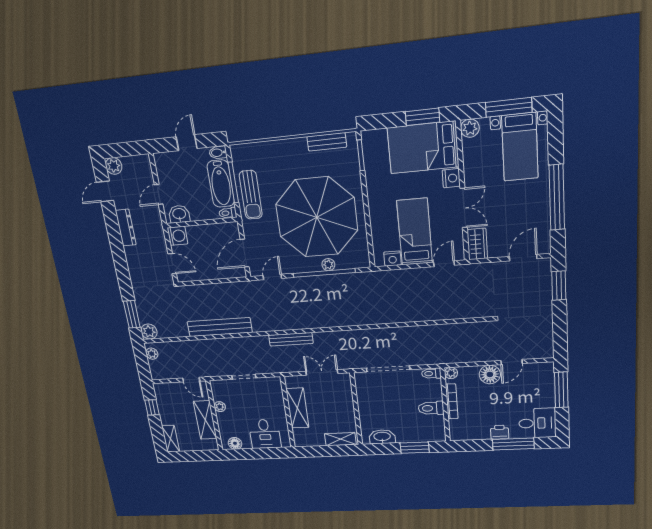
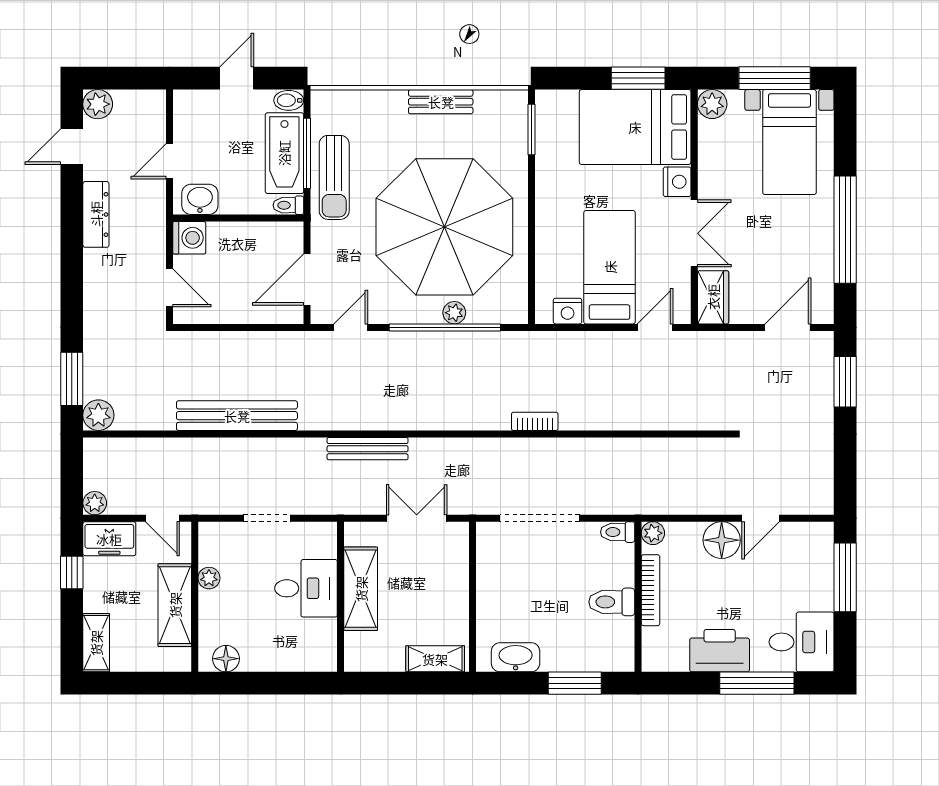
bench: (327, 142) -> (441, 102), moved
bookcase: (380, 319) -> (535, 421), added
plant: (152, 354) -> (95, 503), moved
freezer: (167, 391) -> (109, 539), added
printer: (500, 432) -> (720, 651), width x1.87, depth x1.48
desk: (265, 434) -> (306, 588), moved, turned -90

